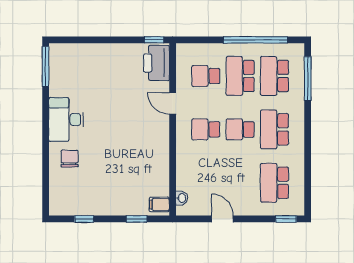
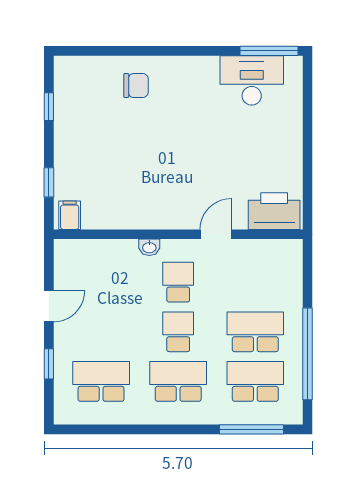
window: (154, 40) -> (307, 208), removed
school desk: (206, 76) -> (255, 282), removed
desk: (66, 120) -> (252, 80), moved
washbasin: (182, 198) -> (149, 247), moved
window: (286, 219) -> (49, 364), moved

